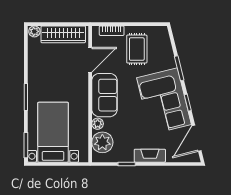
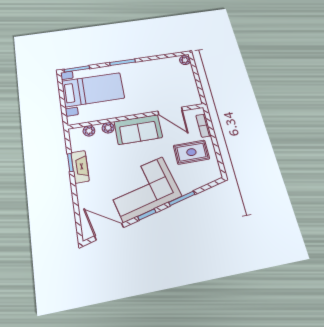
wardrobe: (63, 34) -> (189, 84), removed
plant: (102, 142) -> (89, 131), width x0.53, depth x0.53
fireplace: (150, 156) -> (80, 167), moved

